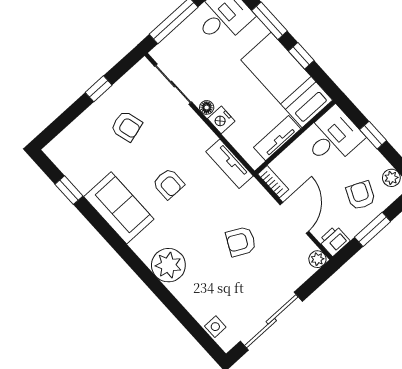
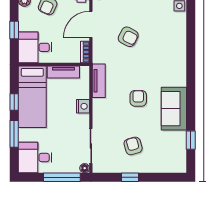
floor lamp: (207, 107) -> (85, 168), moved
plant: (168, 265) -> (175, 58), removed

